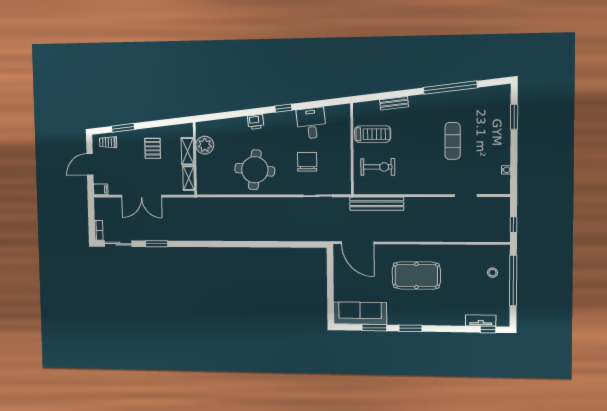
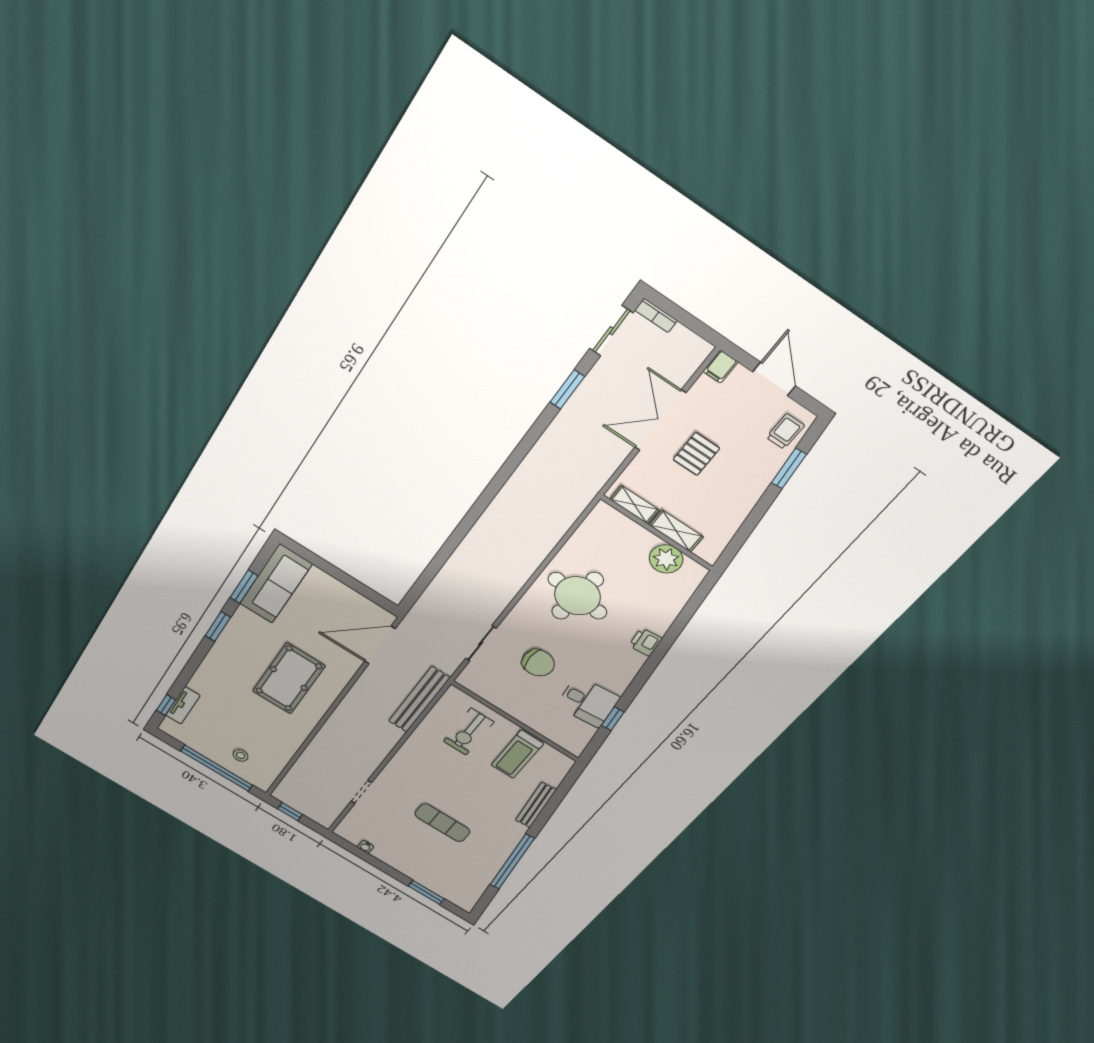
bench: (394, 103) -> (536, 805), width x1.36
window: (283, 108) -> (613, 719), moved
pallet: (153, 148) -> (696, 454), moved, turned 90

